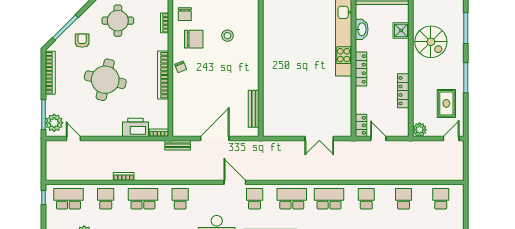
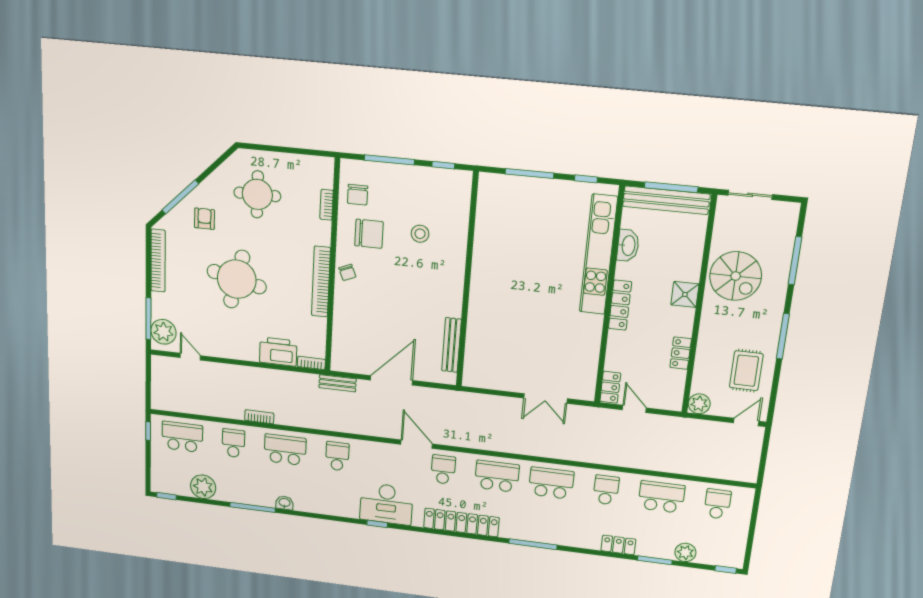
shower: (401, 31) -> (685, 294), moved
locker: (403, 91) -> (681, 353), width x0.66
school desk: (403, 199) -> (661, 497), width x1.85

